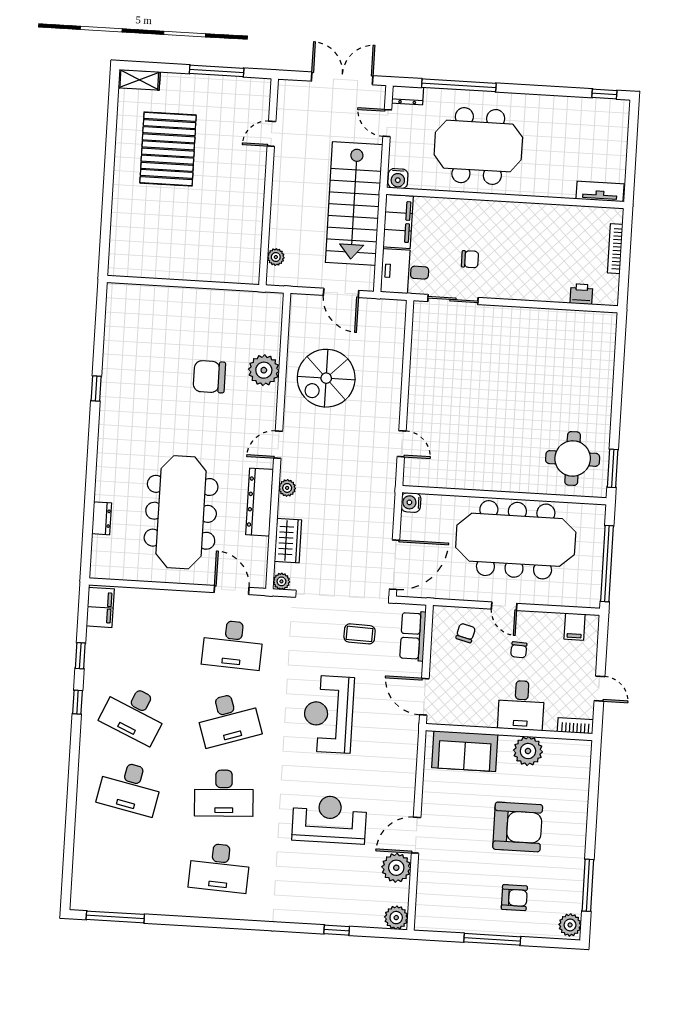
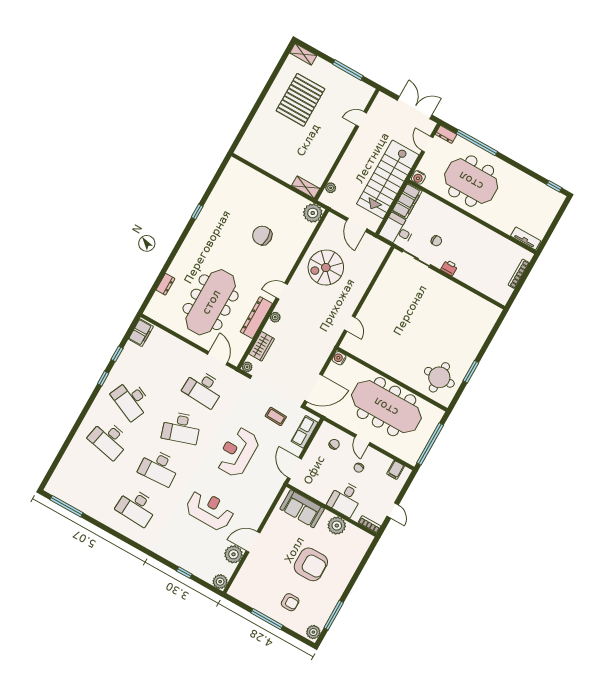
shelving: (239, 274) -> (306, 187), added
printer: (581, 294) -> (449, 268), moved
plant: (264, 370) -> (313, 213), moved
window: (613, 468) -> (471, 372), moved

